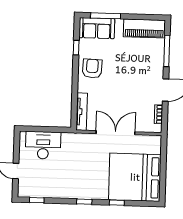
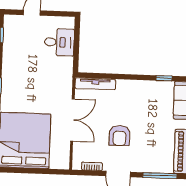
armchair: (92, 68) -> (120, 135), moved, turned 88
desk: (43, 145) -> (59, 42), width x0.73

